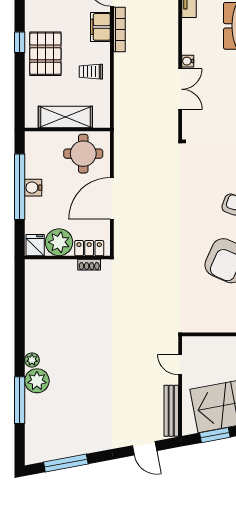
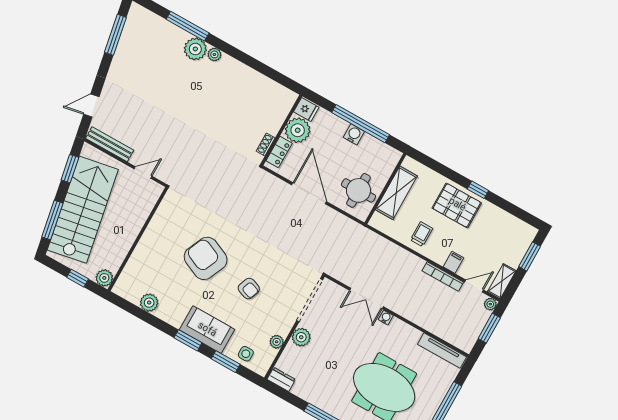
filing cabinet: (100, 27) -> (453, 262), width x0.50

